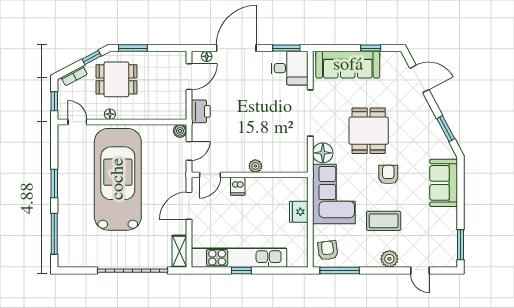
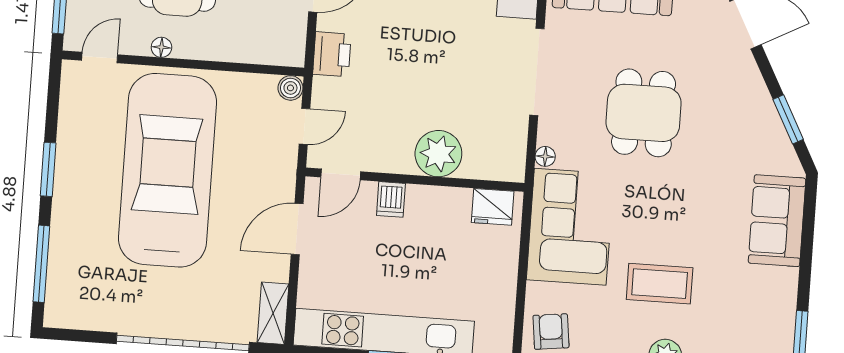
door: (77, 122) -> (100, 57), hinge flipped
floor lamp: (323, 153) -> (545, 156), width x0.53, depth x0.53
plant: (255, 166) -> (438, 154), width x1.88, depth x1.88
armchair: (388, 175) -> (675, 198), removed
fridge: (299, 212) -> (493, 207), moved, turned -90

